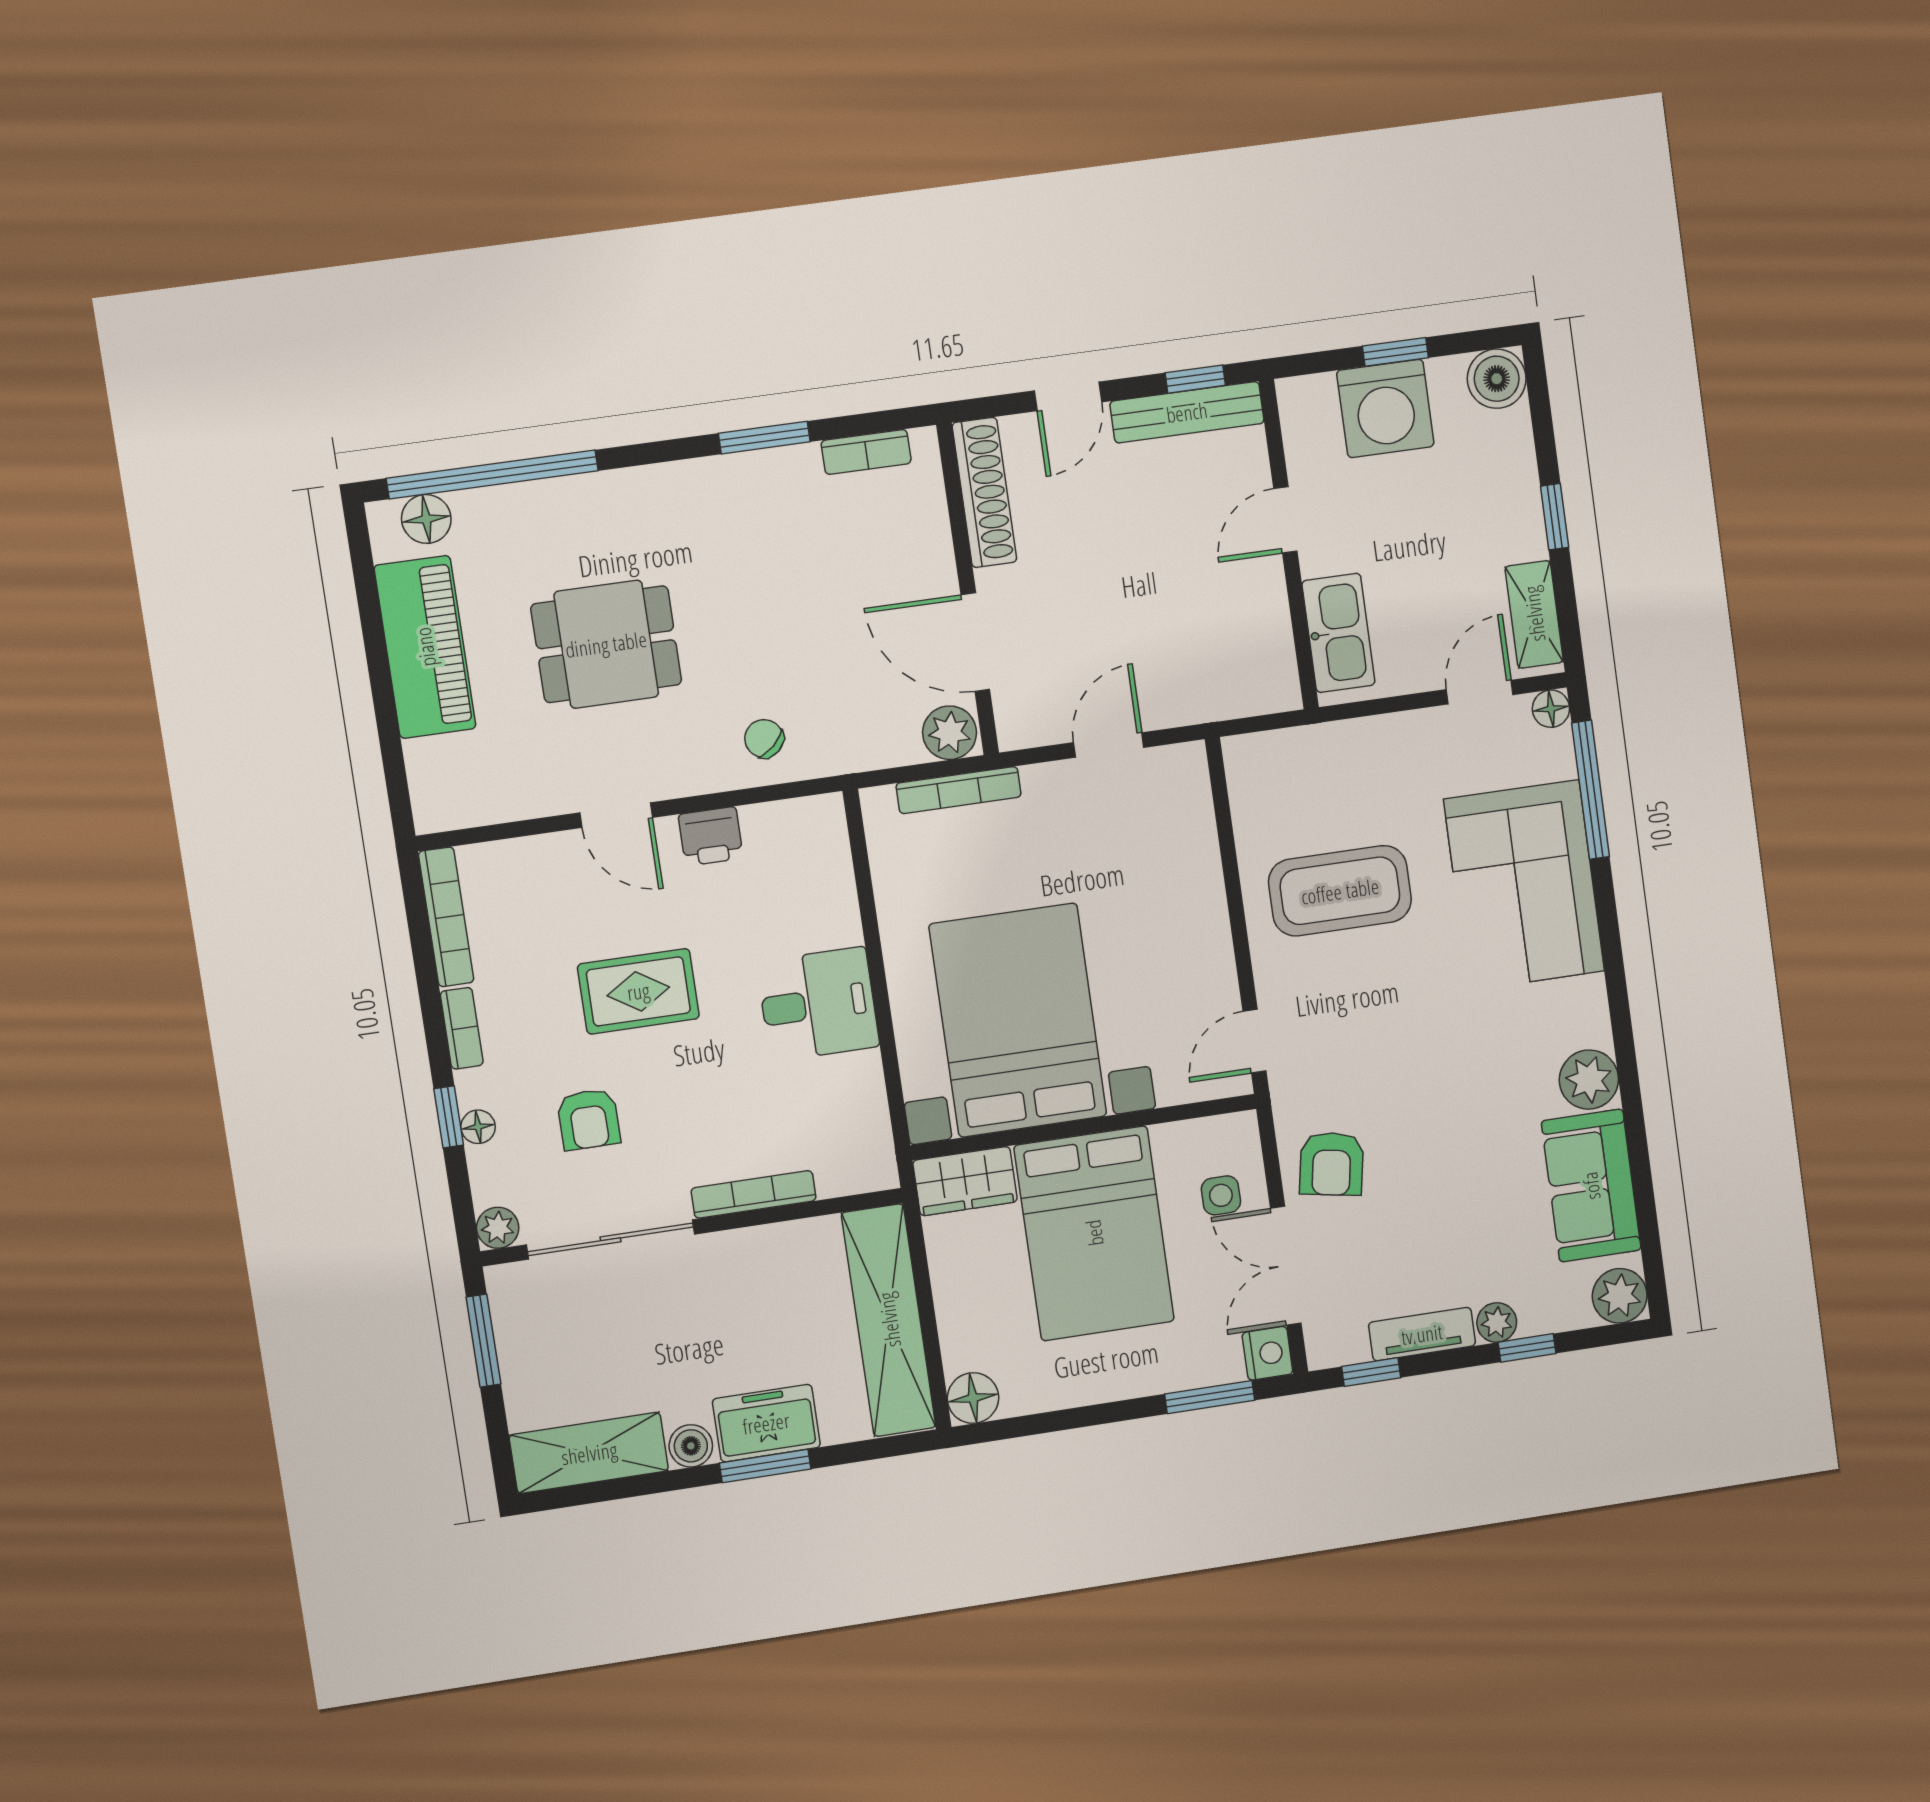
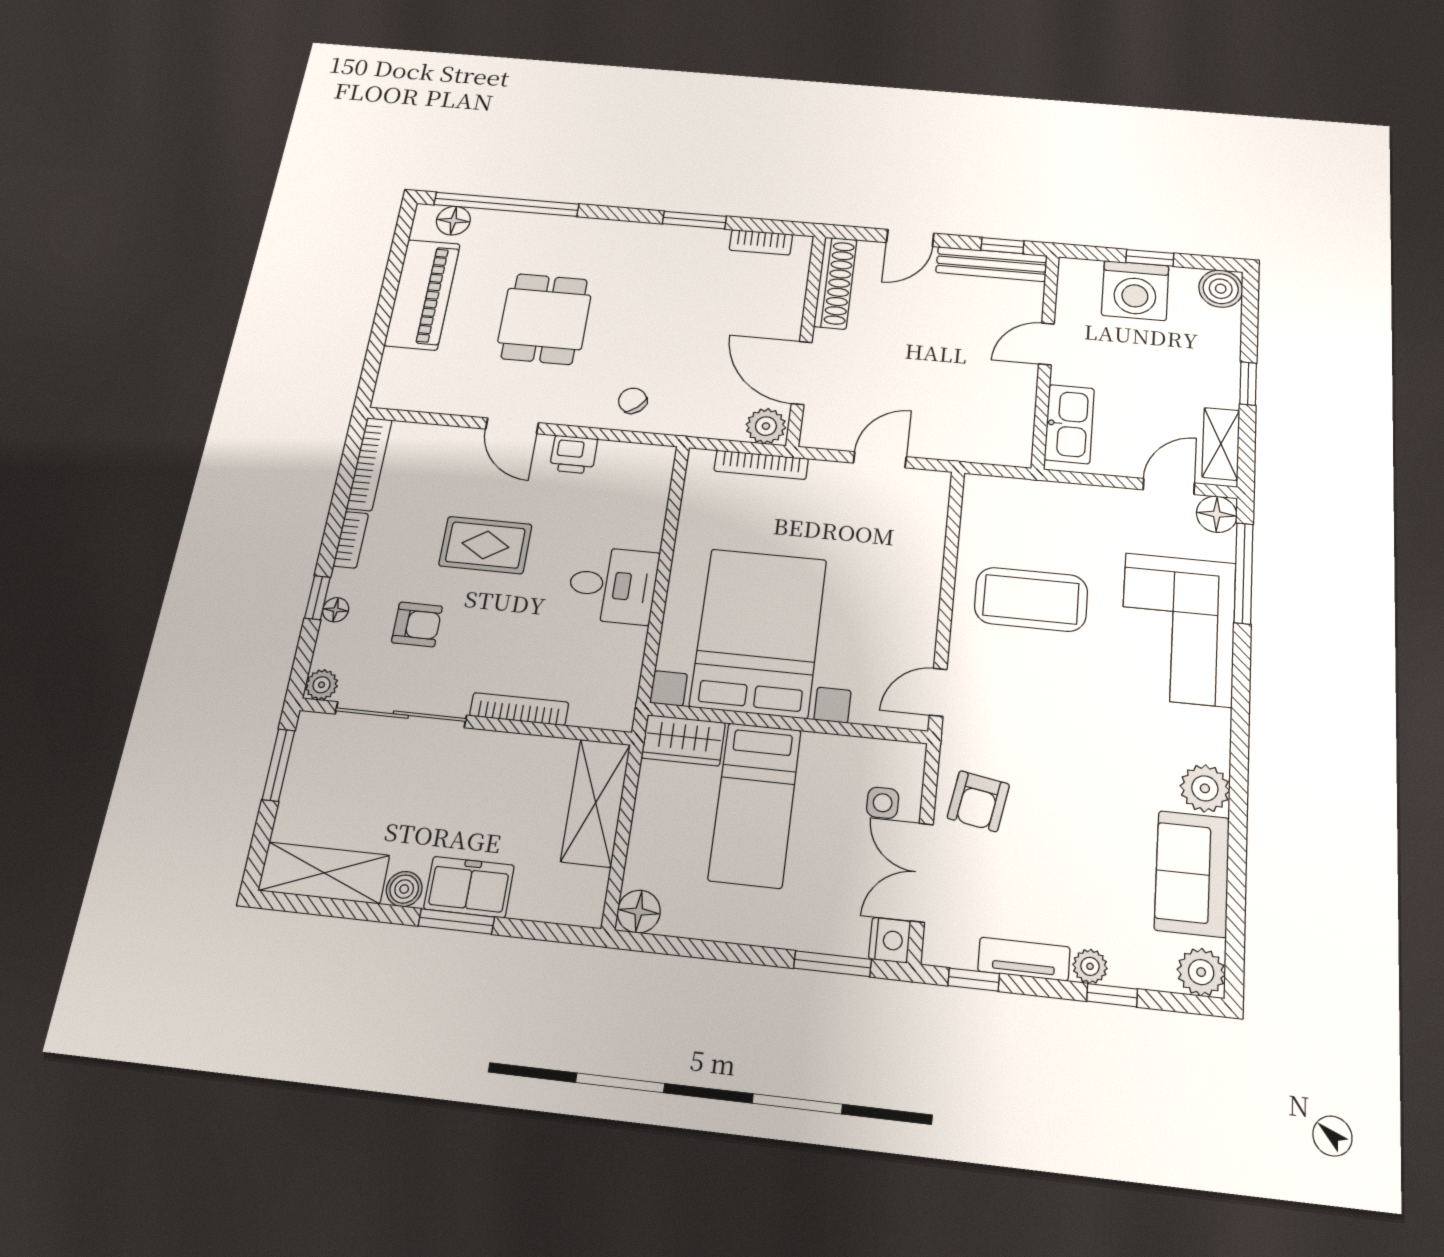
dining table: (606, 644) -> (544, 319), turned 90
floor lamp: (1551, 709) -> (1217, 514), width x1.37, depth x1.37
armchair: (589, 1119) -> (417, 624), turned -90
bed: (1094, 1233) -> (755, 804), width x0.67
shelving: (889, 1320) -> (596, 803), width x0.68

